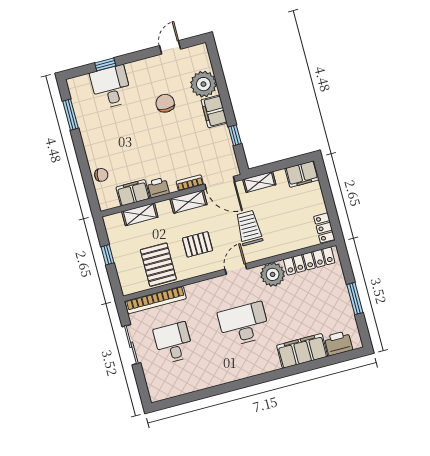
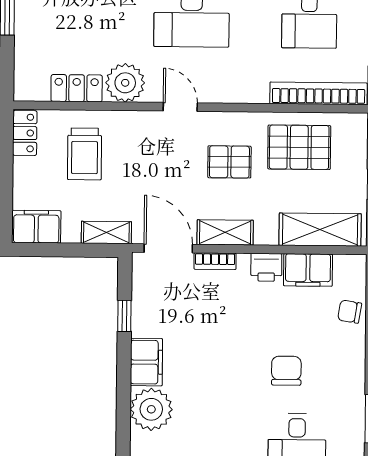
chair: (165, 103) -> (286, 371), moved, turned 180
shelving: (140, 214) -> (320, 230), width x1.50, depth x1.33
trolley: (249, 228) -> (85, 154), moved
locker: (309, 261) -> (77, 88), width x0.66
pallet: (158, 265) -> (299, 147), turned 90
door: (236, 269) -> (180, 107), swing flipped

